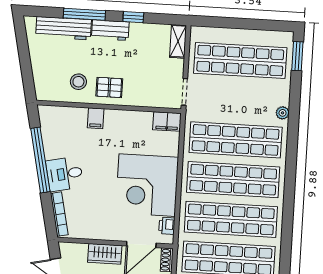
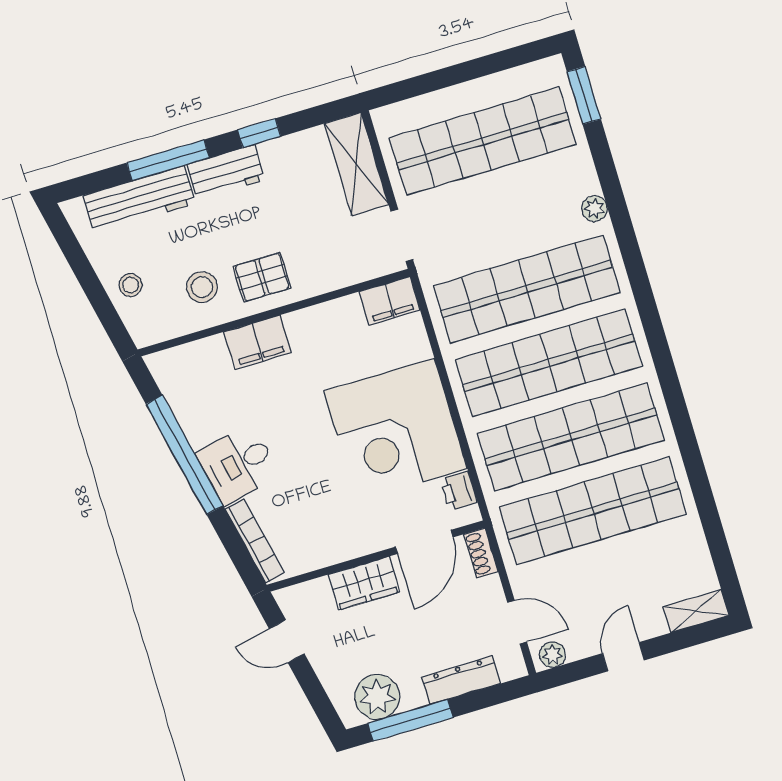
shelving: (178, 41) -> (357, 164), width x1.50, depth x1.33
stool: (44, 68) -> (131, 285), added
filing cabinet: (96, 118) -> (258, 342), width x2.00

